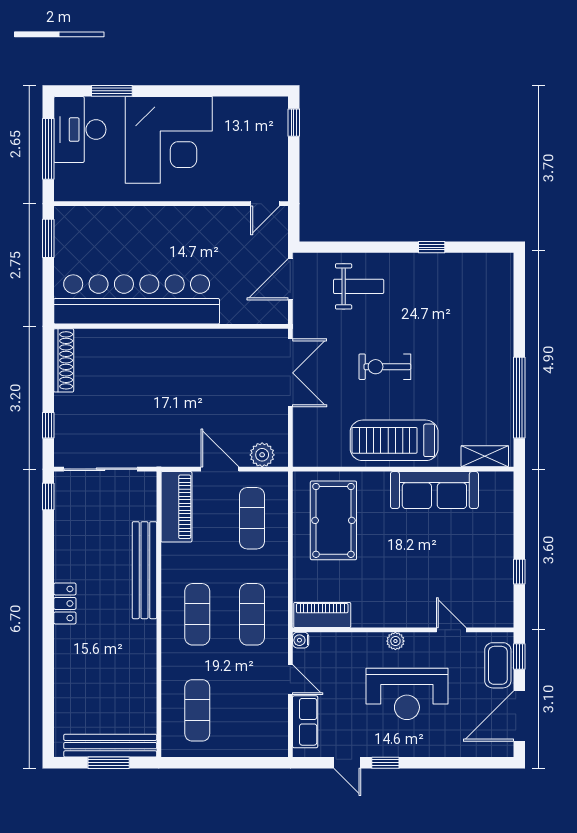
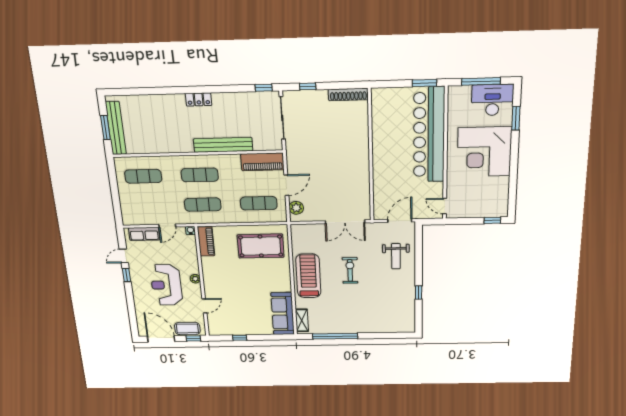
door: (290, 279) -> (400, 221), hinge flipped
bar counter: (137, 299) -> (429, 135), moved, turned 180
sofa: (434, 490) -> (283, 314), moved

